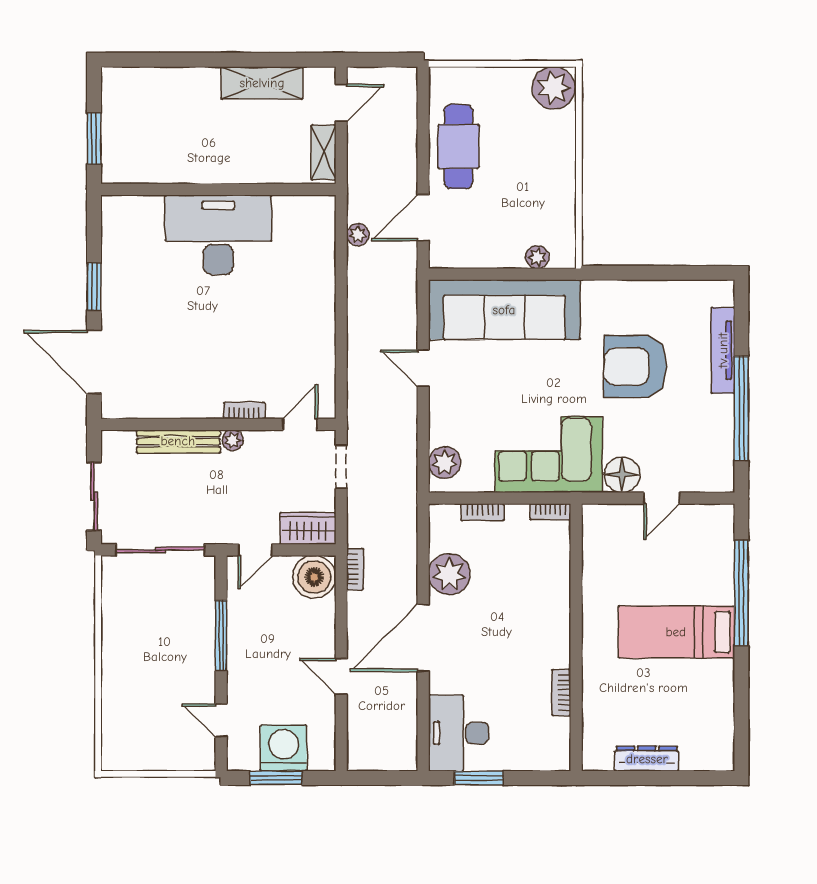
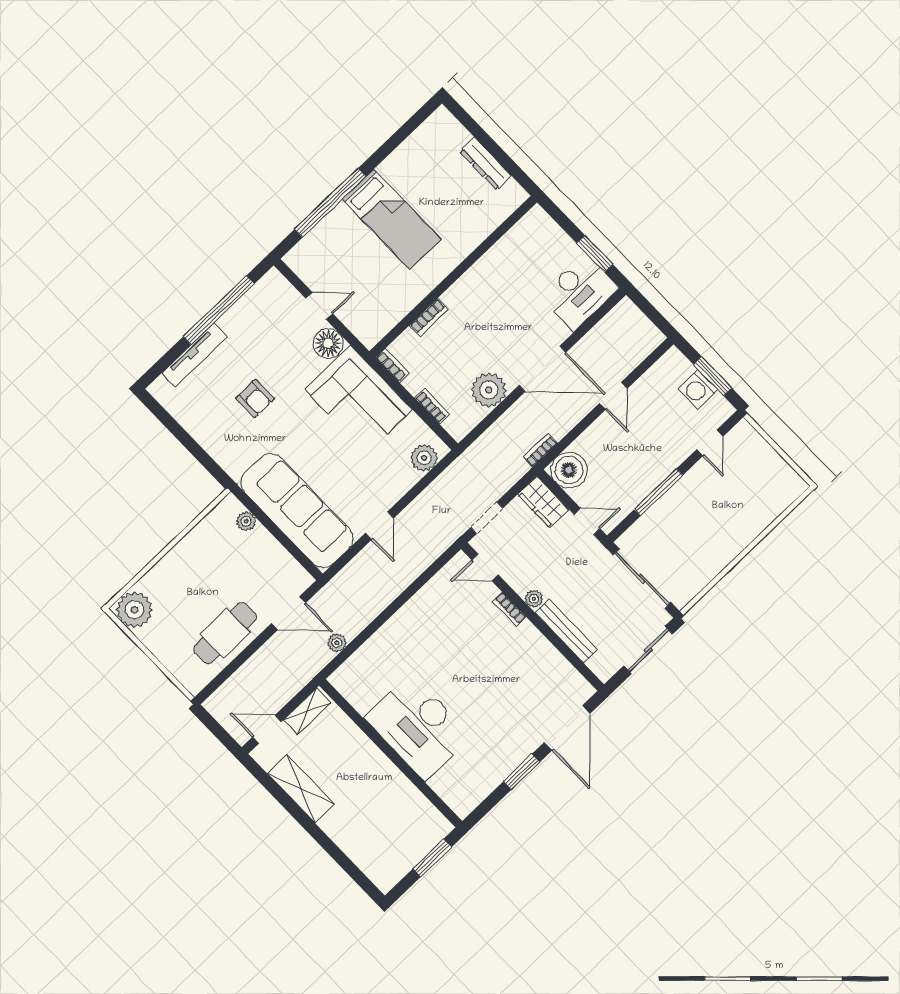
armchair: (635, 366) -> (255, 398), width x0.53, depth x0.53
bookcase: (561, 693) -> (429, 317), moved
washing machine: (283, 748) -> (698, 389), width x0.73, depth x0.73

